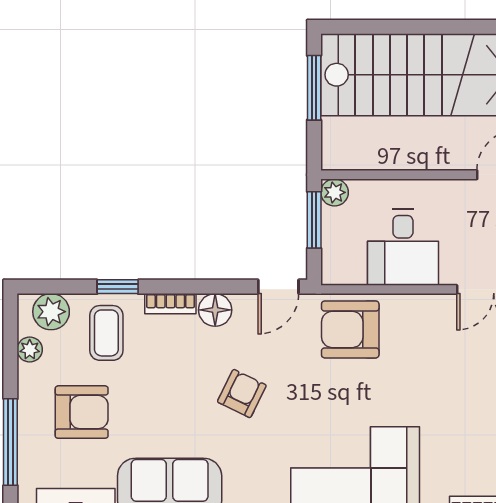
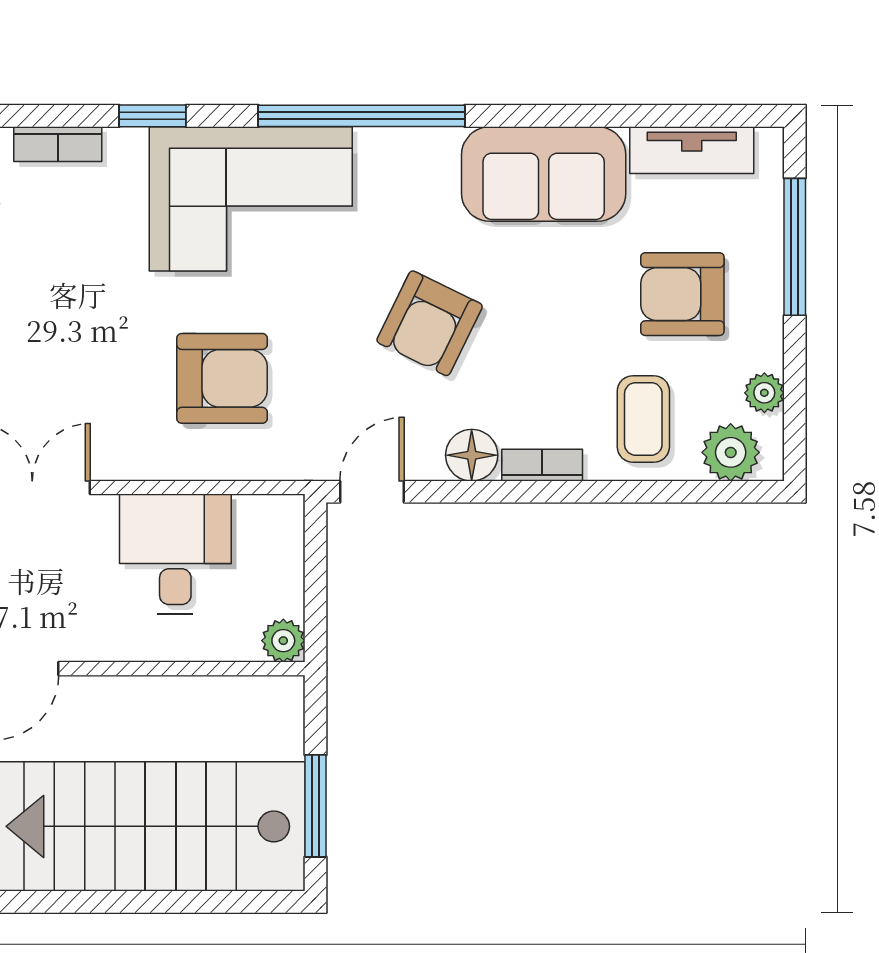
window: (314, 220) -> (316, 597), removed
window: (118, 287) -> (626, 492), removed
armchair: (350, 329) -> (222, 378), moved
armchair: (242, 394) -> (430, 323), width x1.38, depth x1.38

